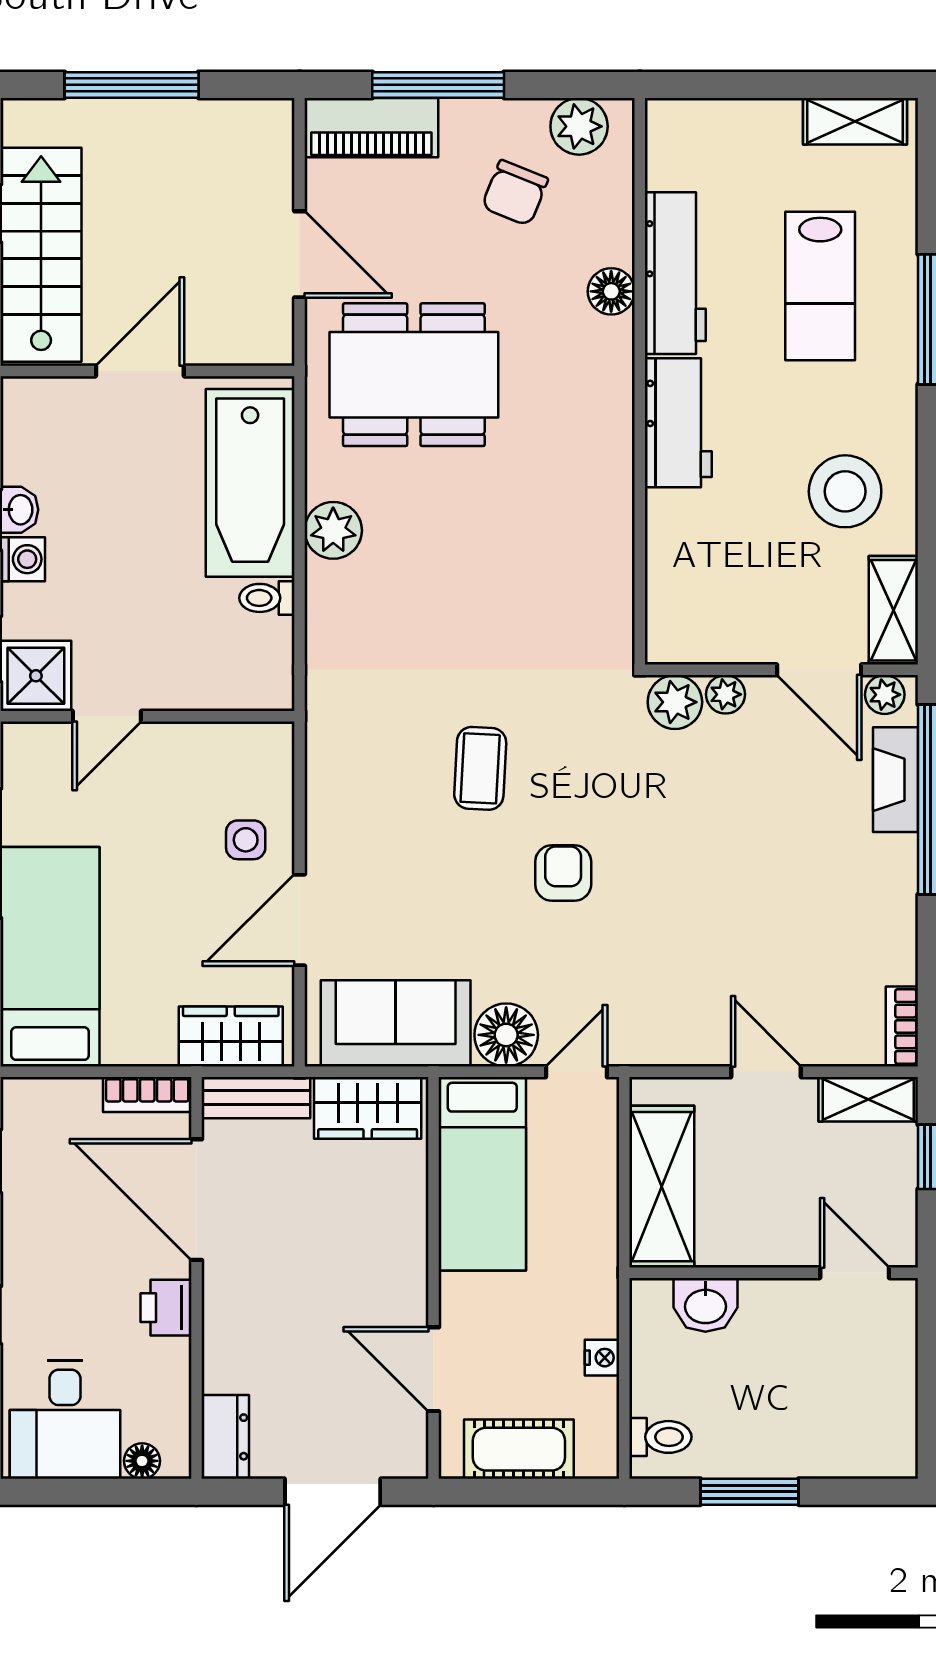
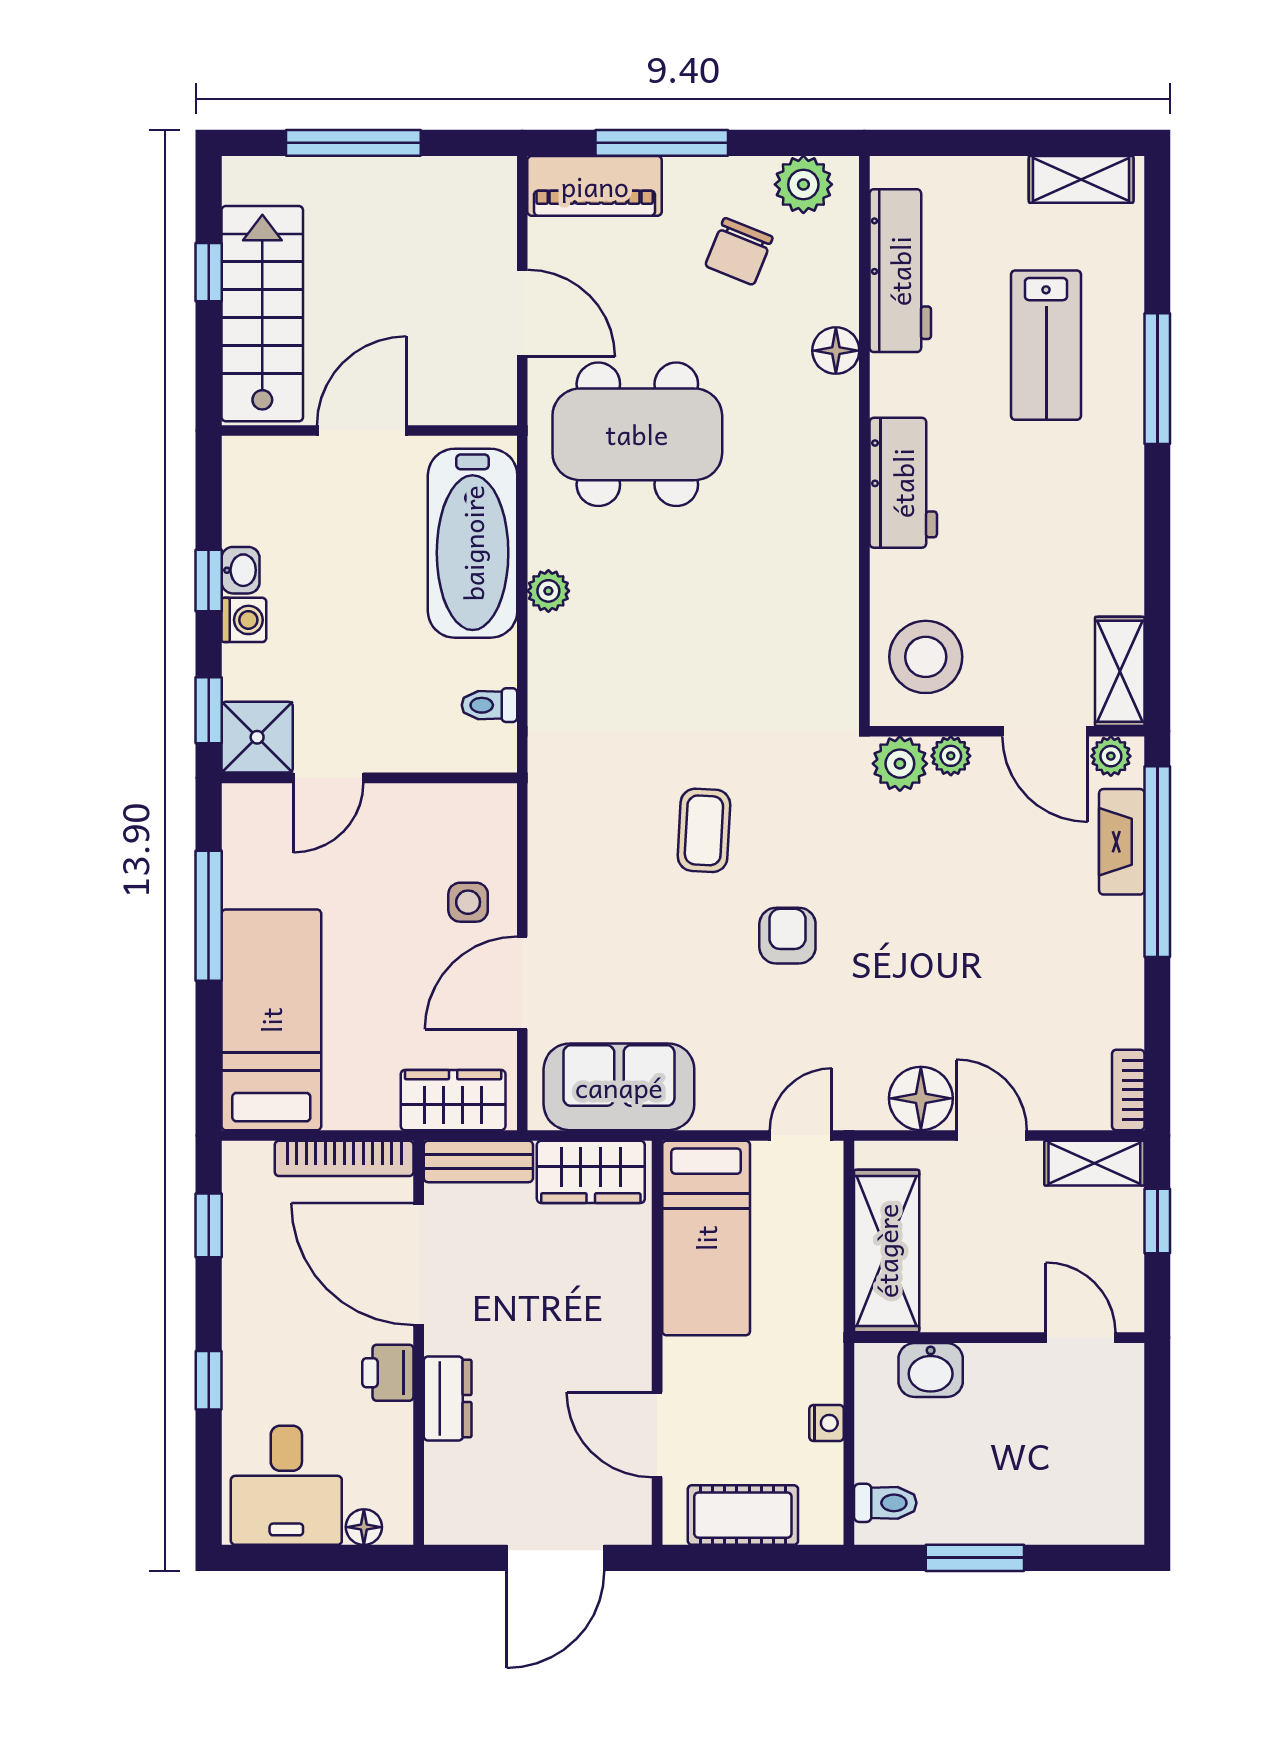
workbench: (675, 273) -> (900, 271), moved
stool: (845, 491) -> (926, 657), moved
plant: (333, 530) -> (548, 591), width x0.73, depth x0.73
toilet: (267, 598) -> (489, 705), moved
floor lamp: (506, 1035) -> (921, 1098), moved
bookcase: (147, 1095) -> (344, 1158), width x1.56
dresser: (225, 1437) -> (448, 1399), moved

